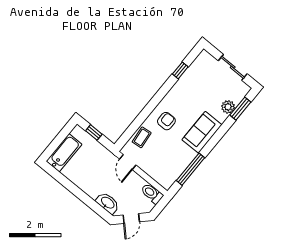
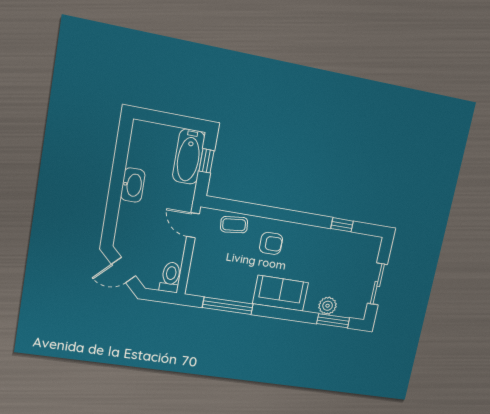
bathtub: (64, 153) -> (189, 157), moved, turned 90
door: (128, 162) -> (193, 225), hinge flipped
washbasin: (108, 203) -> (133, 185), moved

